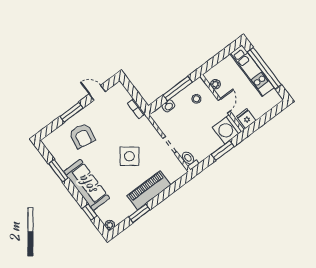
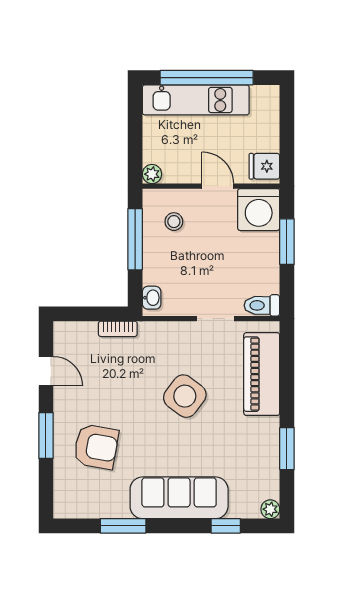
plant: (215, 84) -> (152, 174), moved
door: (97, 93) -> (46, 371), swing flipped
washbasin: (168, 106) -> (152, 298), moved
piano: (149, 190) -> (262, 374), moved

